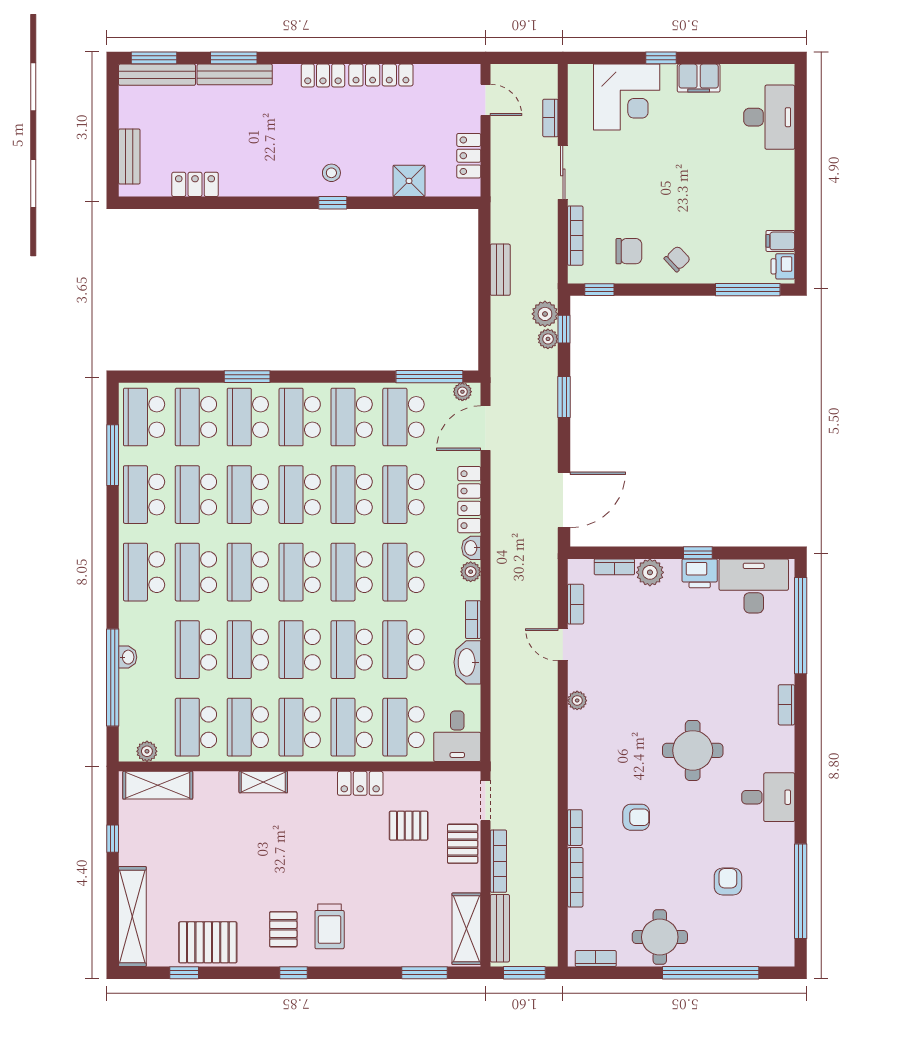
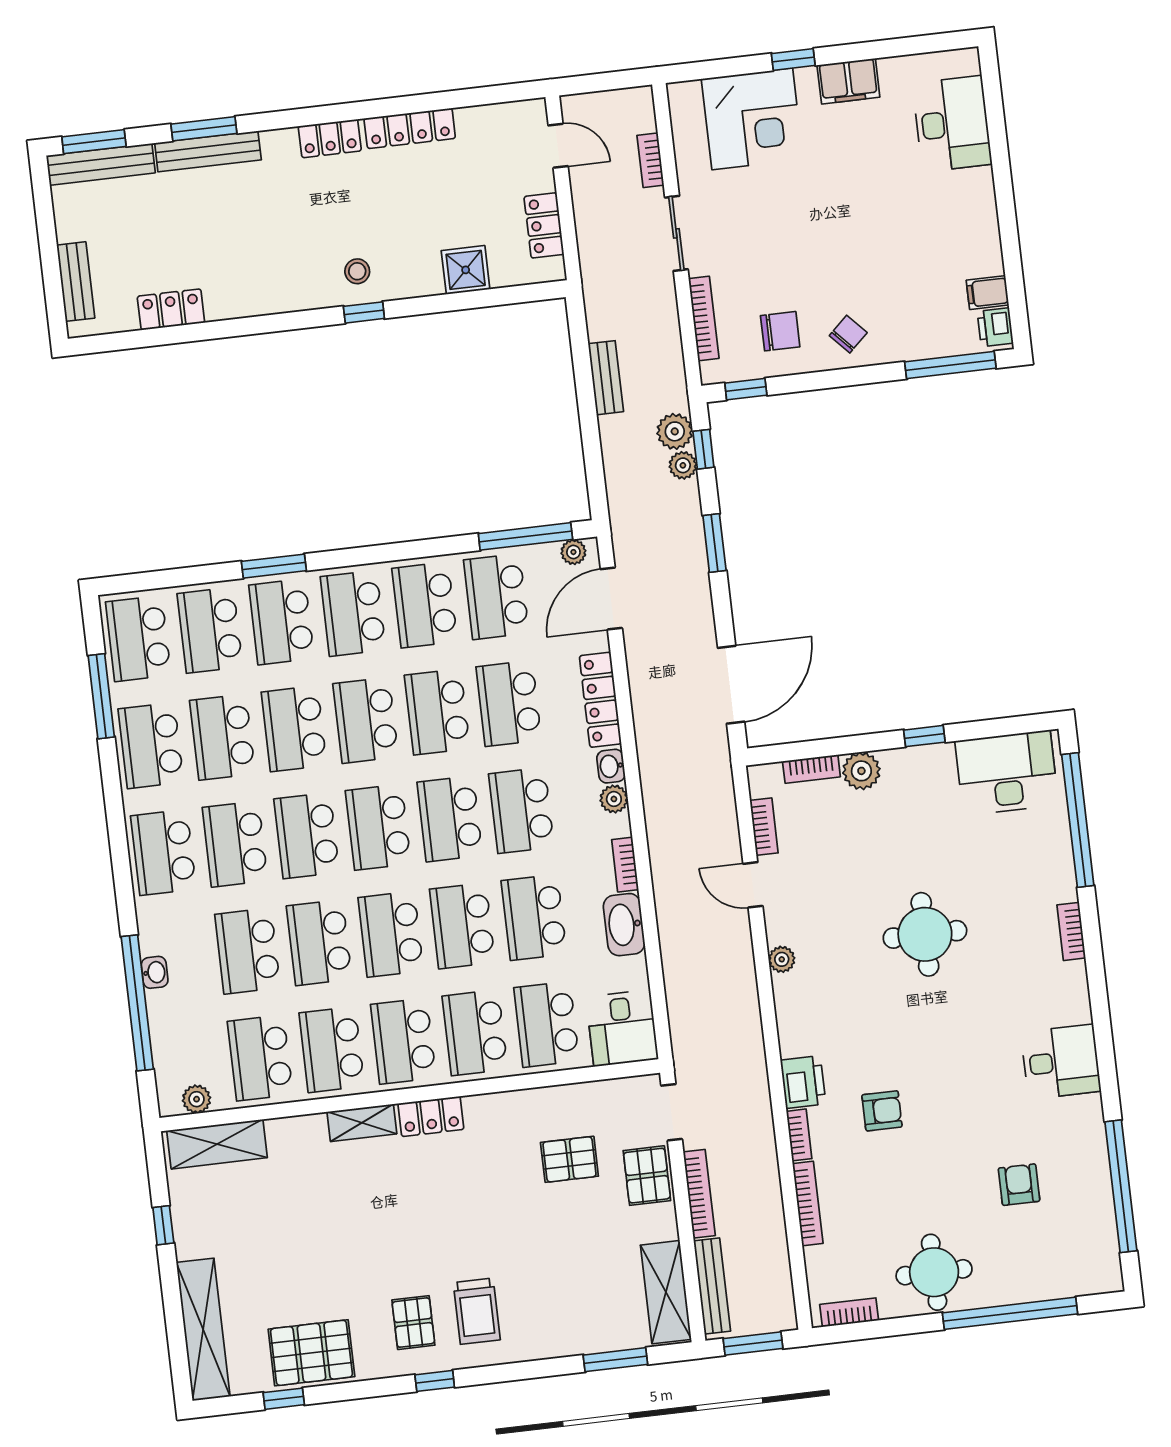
printer: (700, 573) -> (803, 1082), moved, turned -90
round table: (693, 750) -> (925, 934), moved
locker: (360, 783) -> (431, 1116), moved

